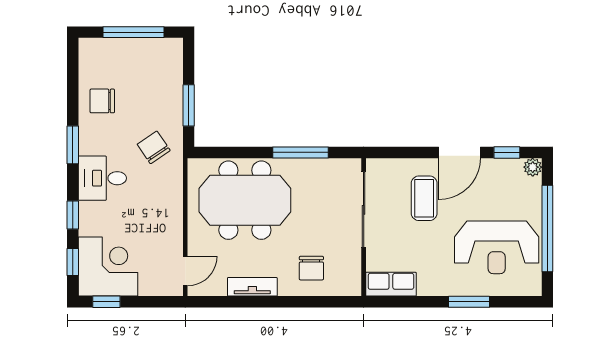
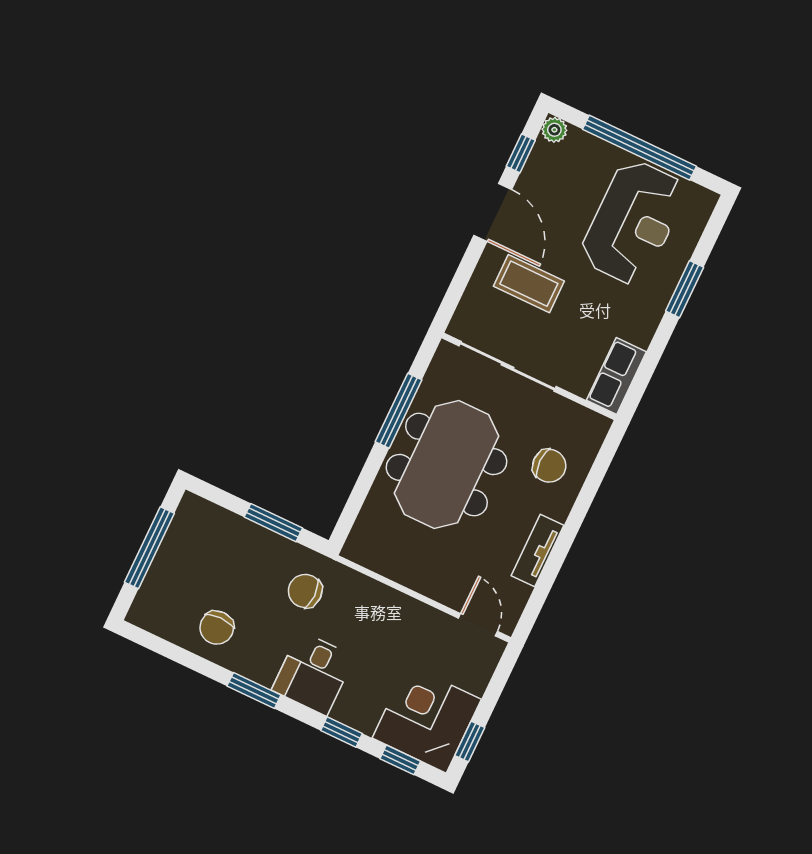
chair: (154, 147) -> (305, 591), turned 34
meeting table: (245, 200) -> (447, 465), moved

